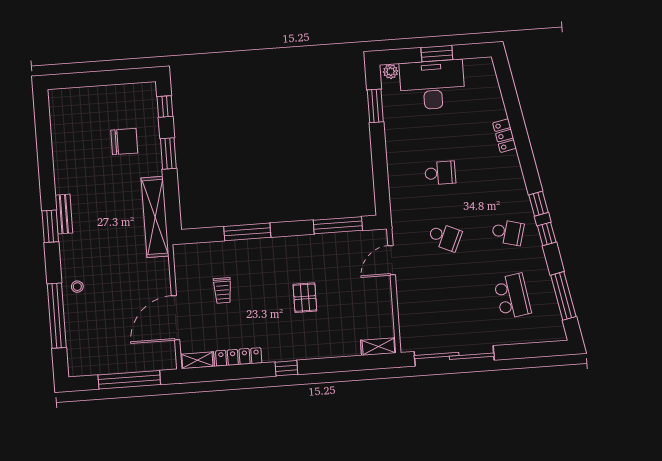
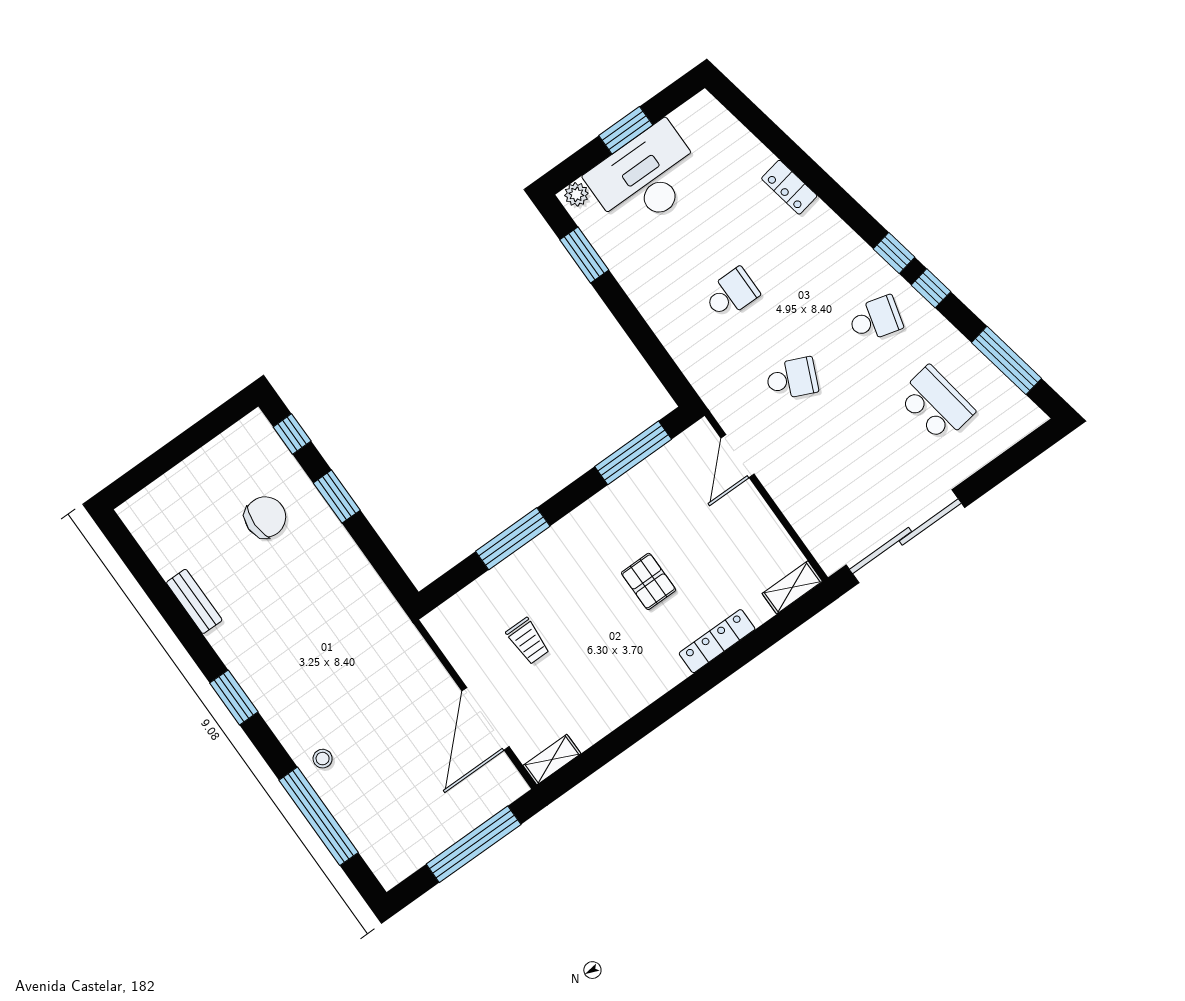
bench: (64, 214) -> (194, 601), moved
shelving: (155, 217) -> (372, 596), removed
locker: (239, 357) -> (717, 641), moved
window: (286, 368) -> (683, 695), removed

